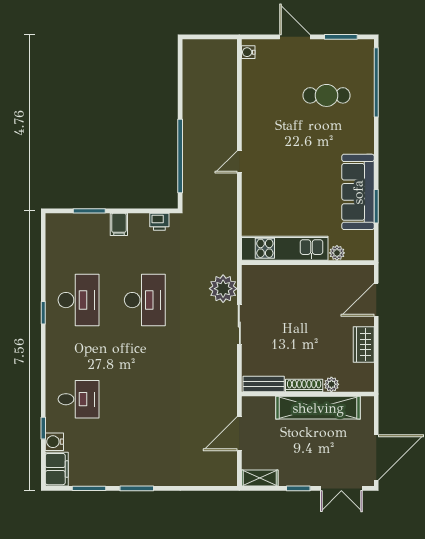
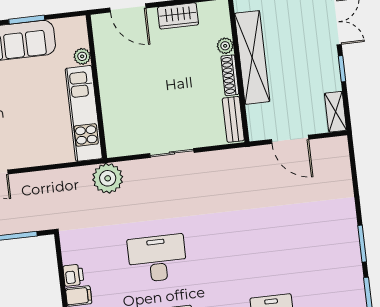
printer: (159, 222) -> (73, 275), moved
plant: (223, 289) -> (108, 178), moved

